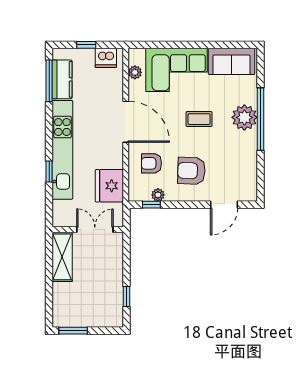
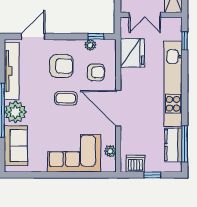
sofa: (232, 61) -> (16, 146), moved, turned 90
coffee table: (199, 119) -> (66, 98), moved
tv unit: (249, 165) -> (12, 71), added
window: (49, 172) -> (185, 41), moved

